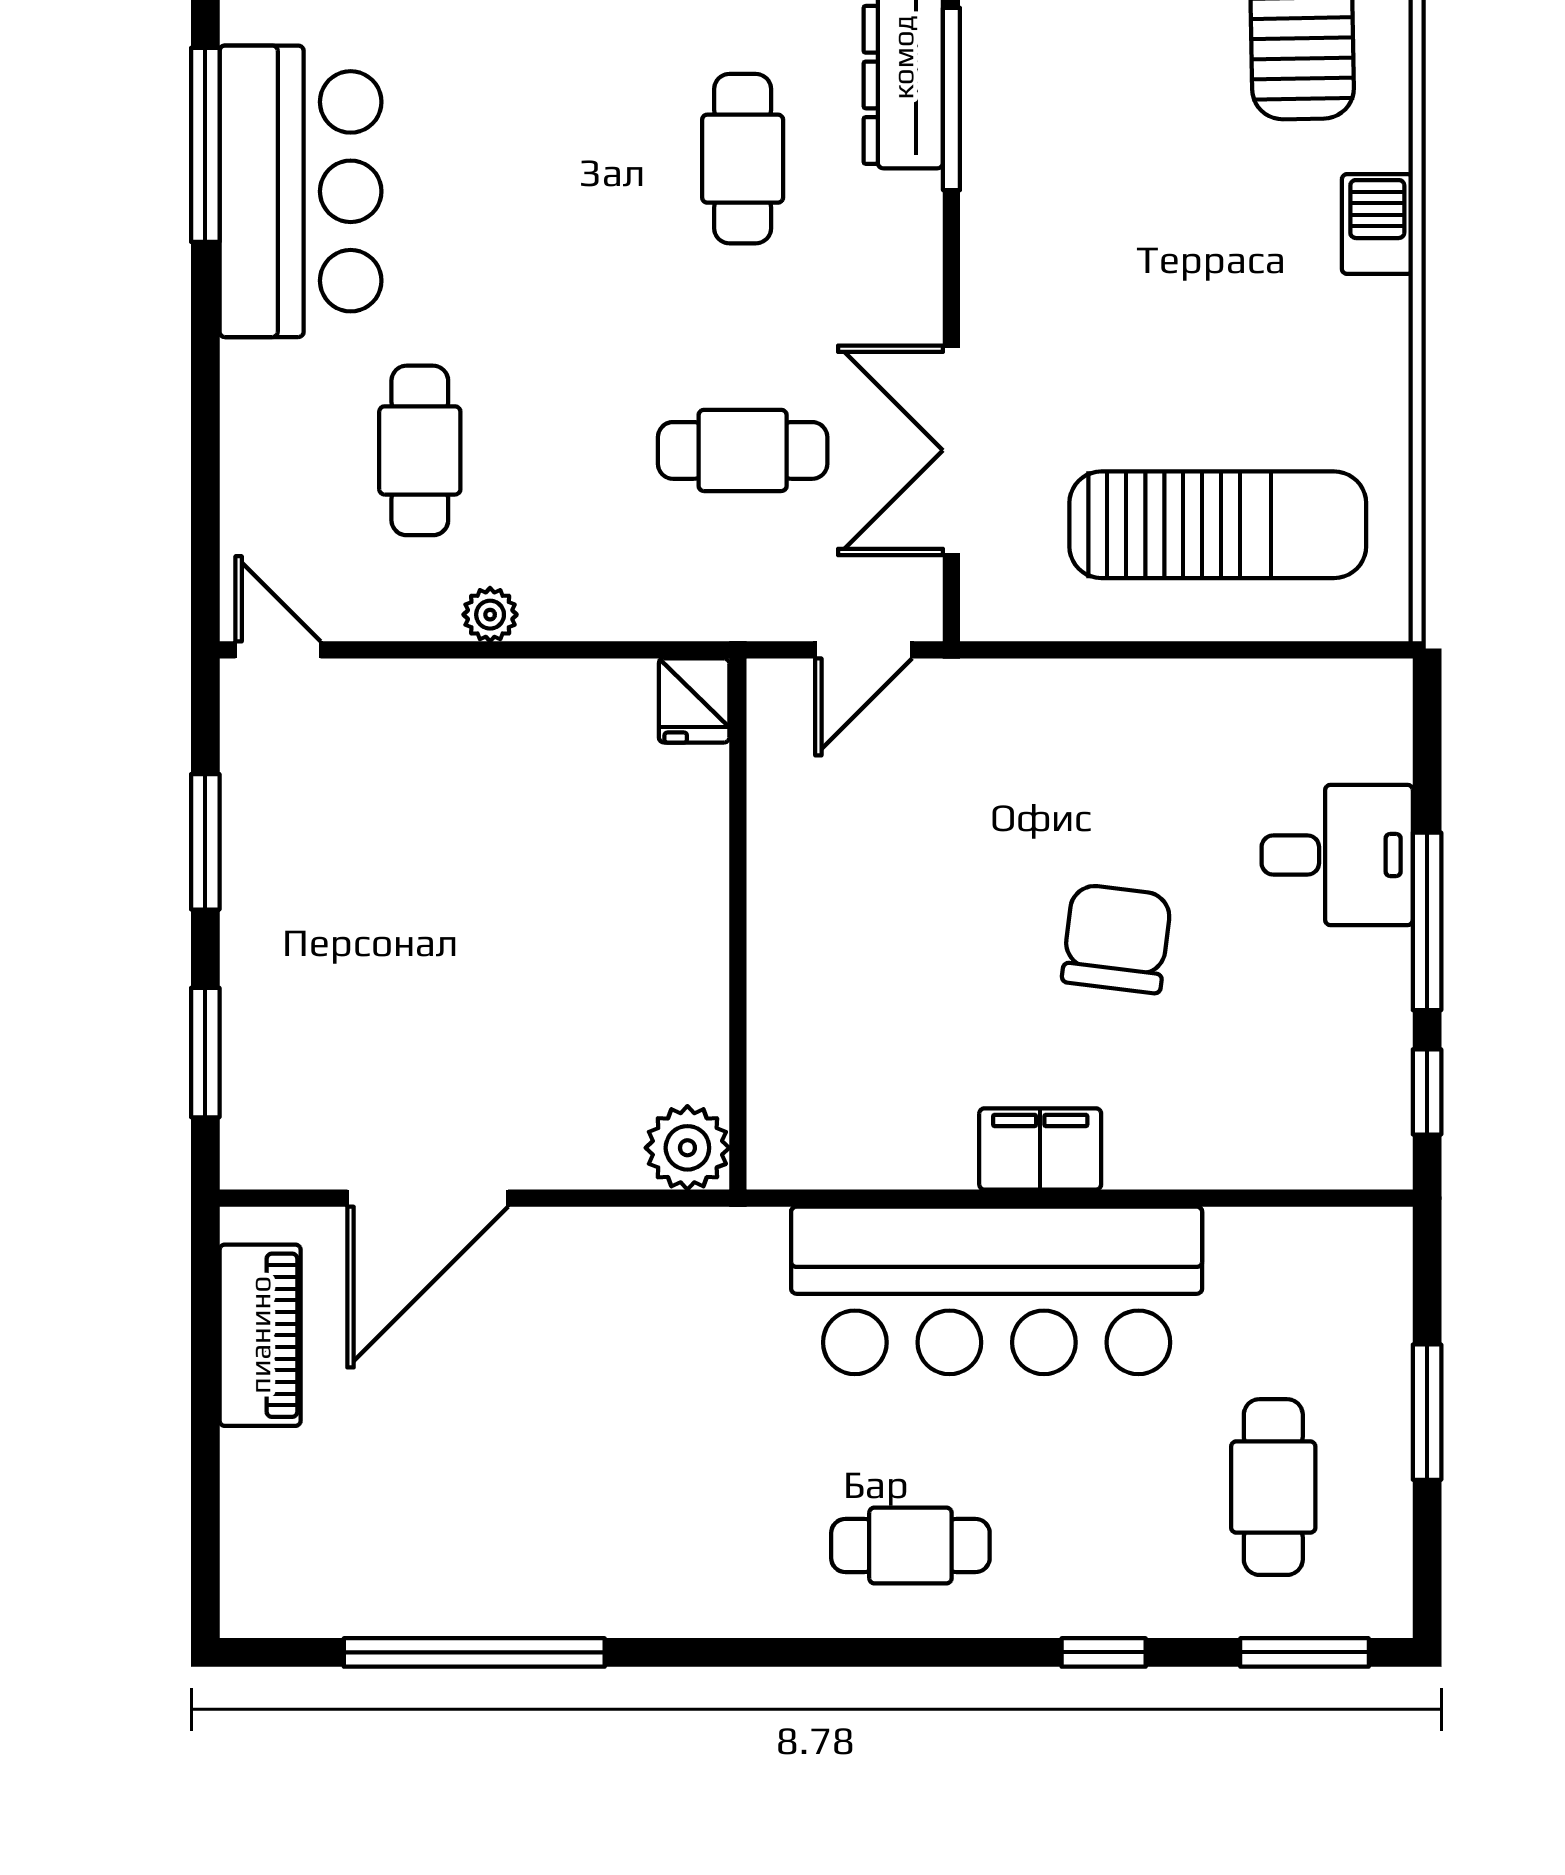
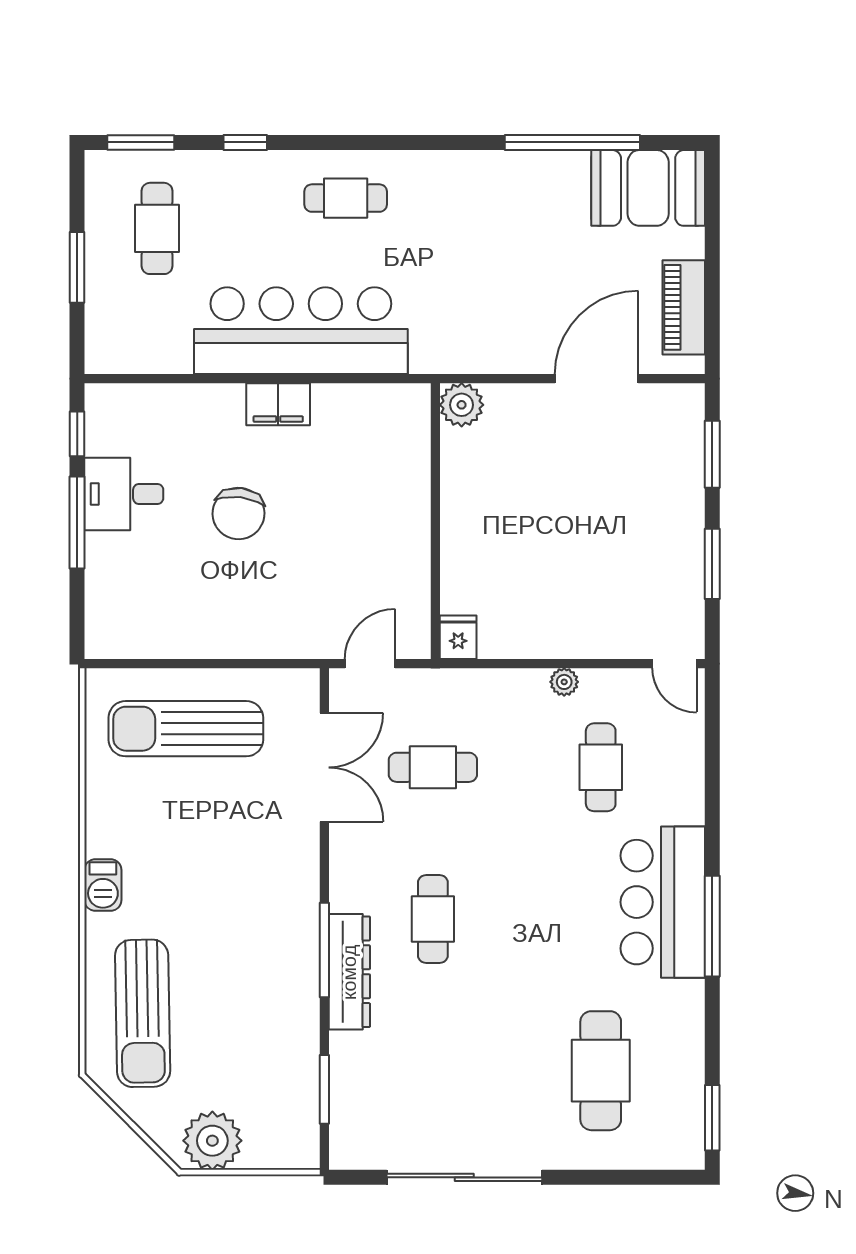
desk: (1337, 855) -> (124, 494), moved
booth: (329, 1565) -> (648, 188), added

